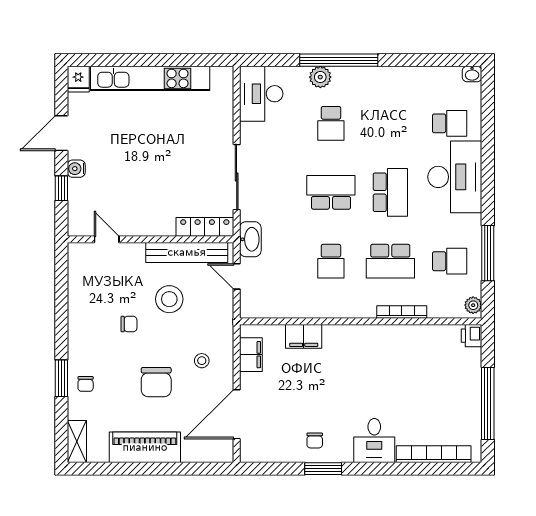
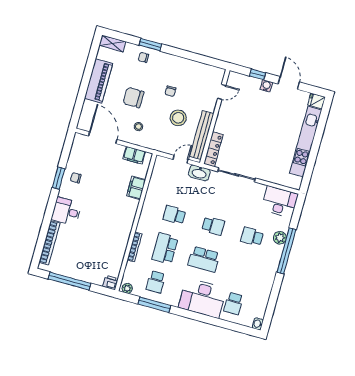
school desk: (331, 192) -> (213, 226), width x0.54

